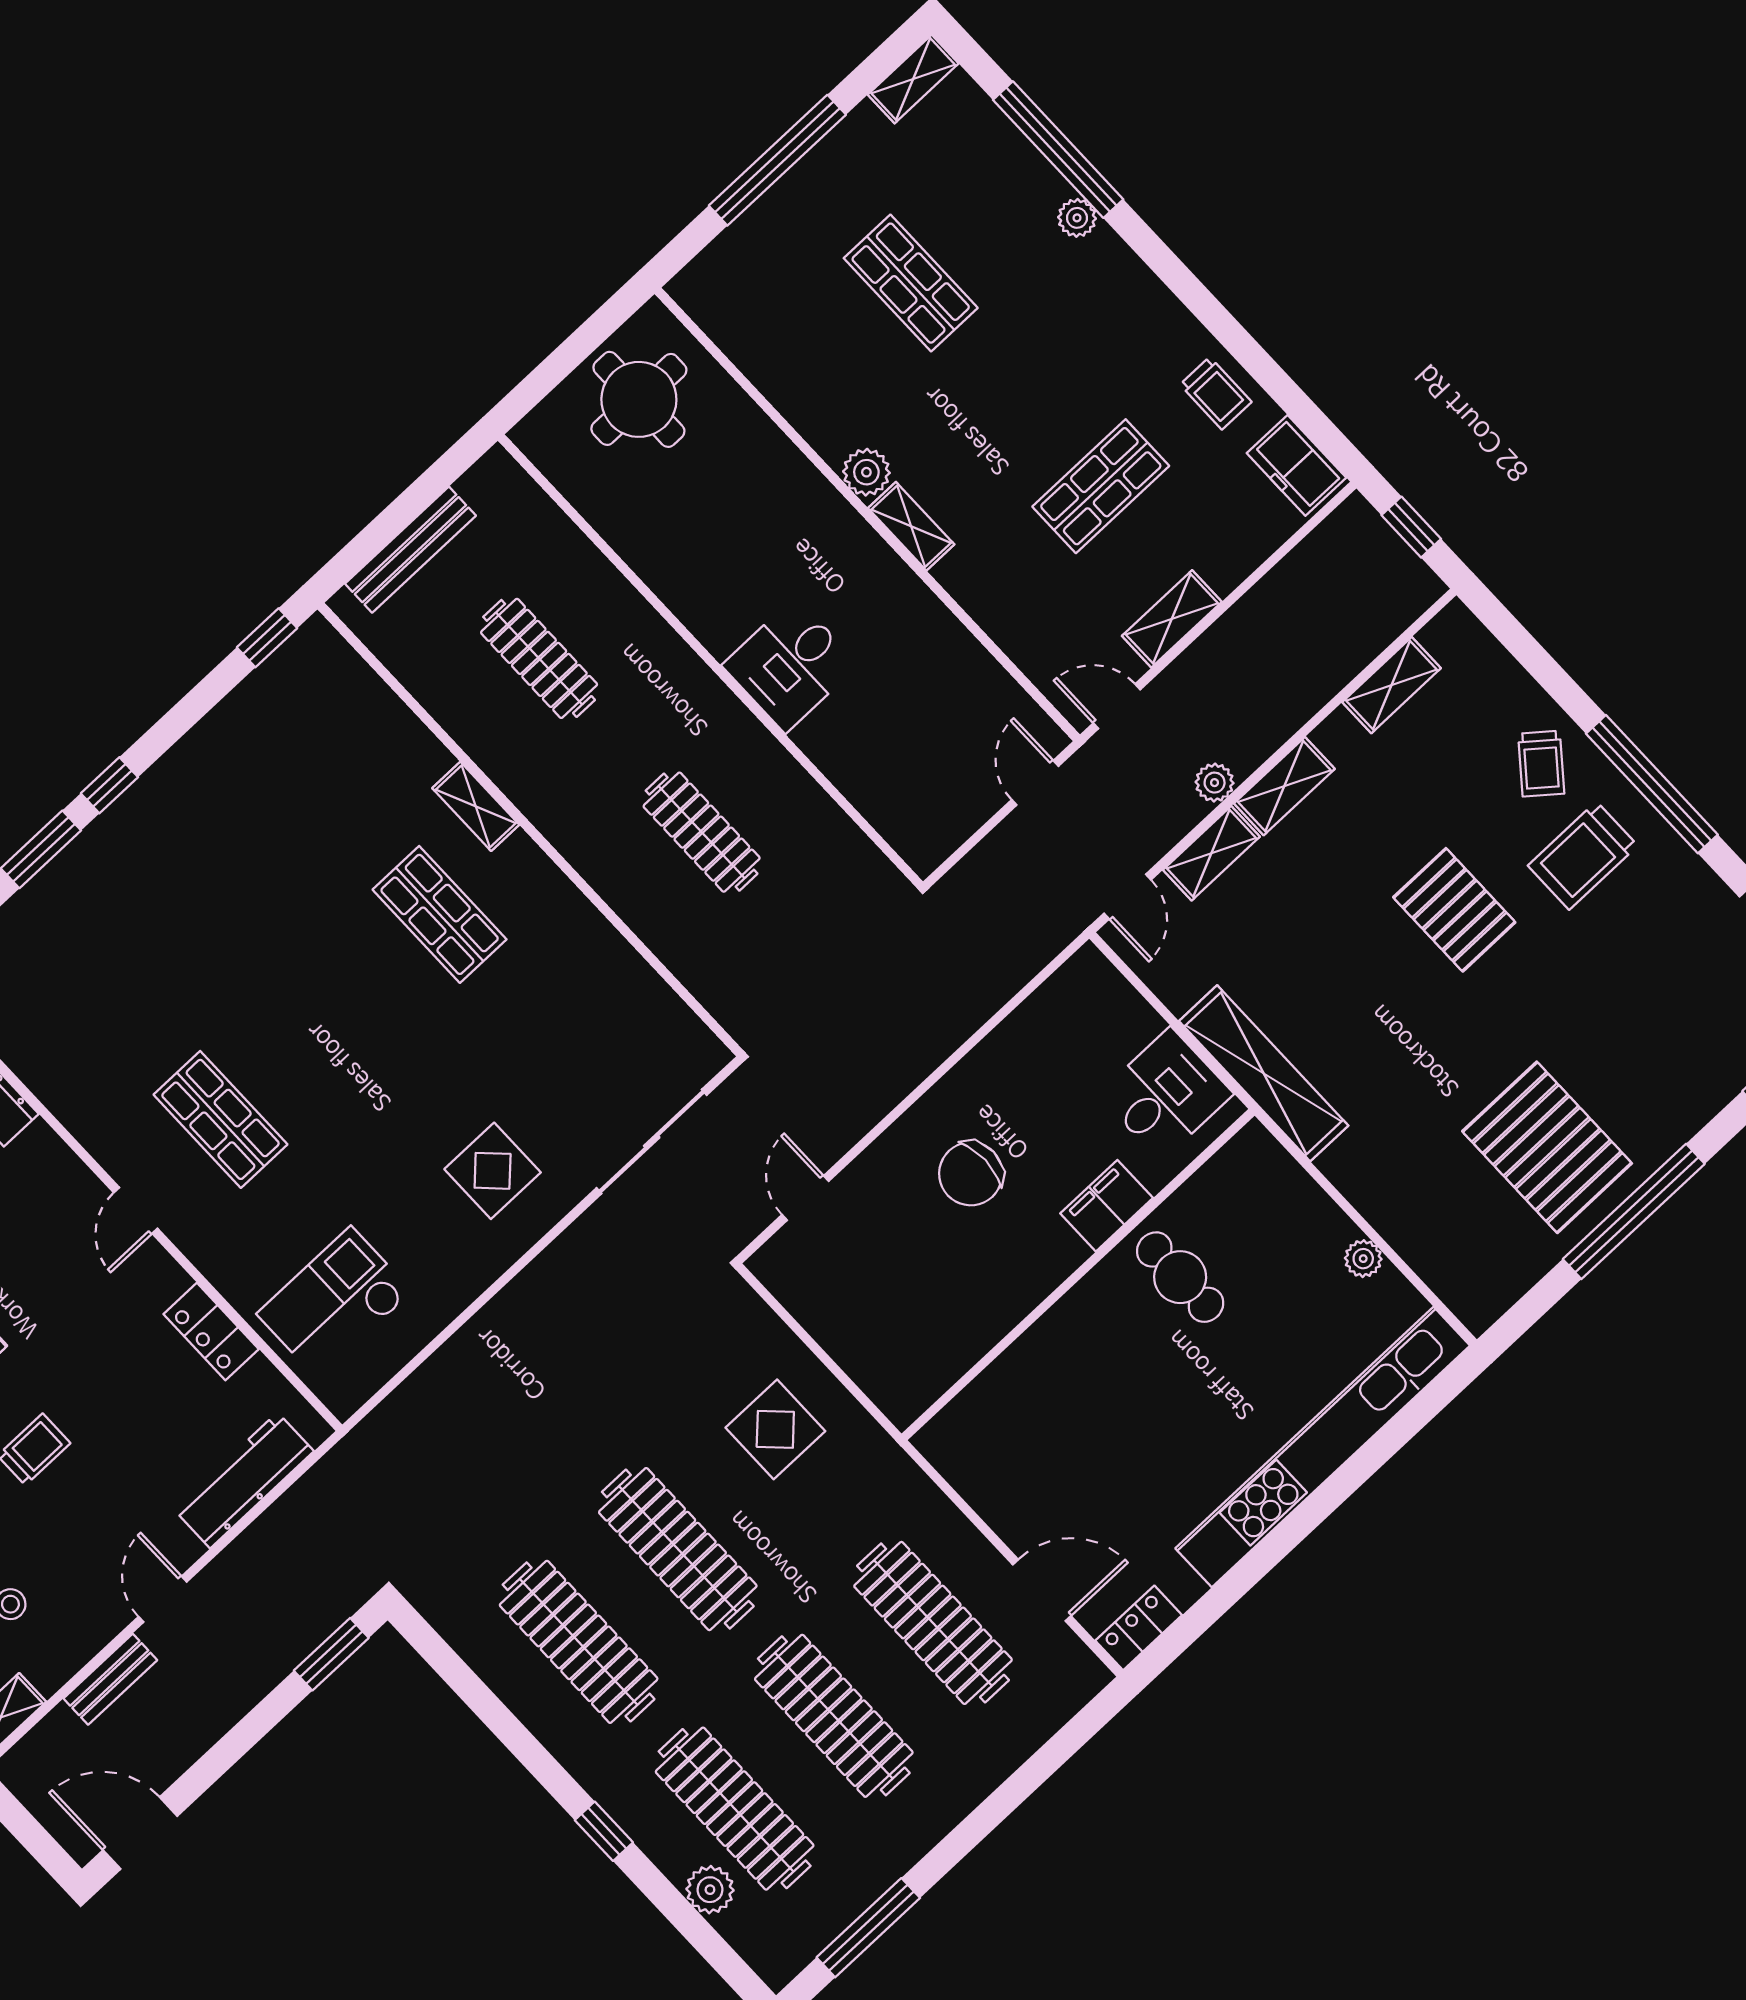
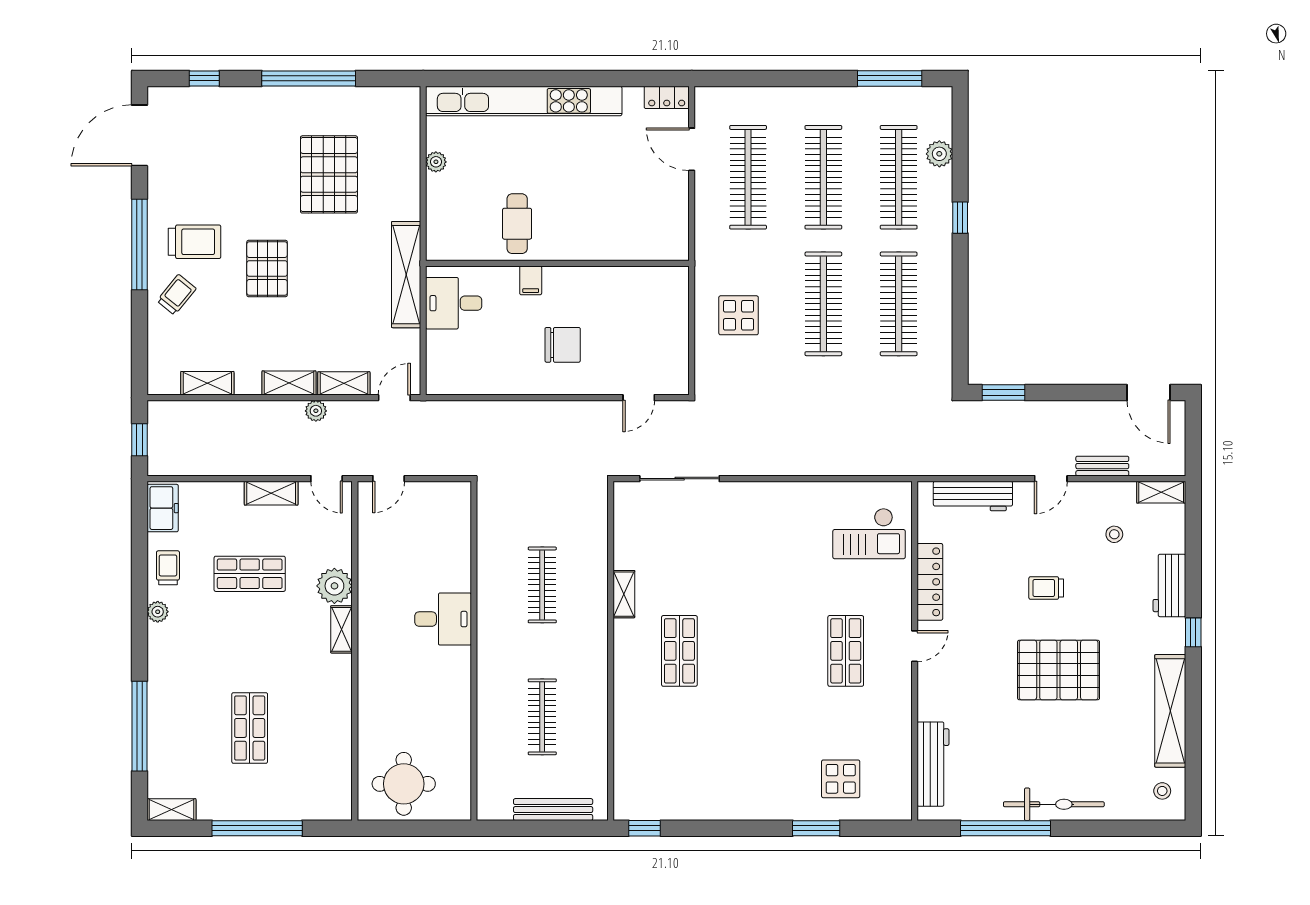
plant: (1077, 218) -> (158, 612), moved
plant: (866, 472) -> (334, 586), moved, width x1.36, depth x1.36
window: (109, 785) -> (764, 828), removed
shelving: (476, 806) -> (624, 594), moved
pallet: (1547, 1147) -> (329, 174), moved
display table: (493, 1171) -> (841, 779), moved
filing cabinet: (1107, 1206) -> (531, 280), width x0.50
locker: (211, 1332) -> (930, 582), width x1.53

